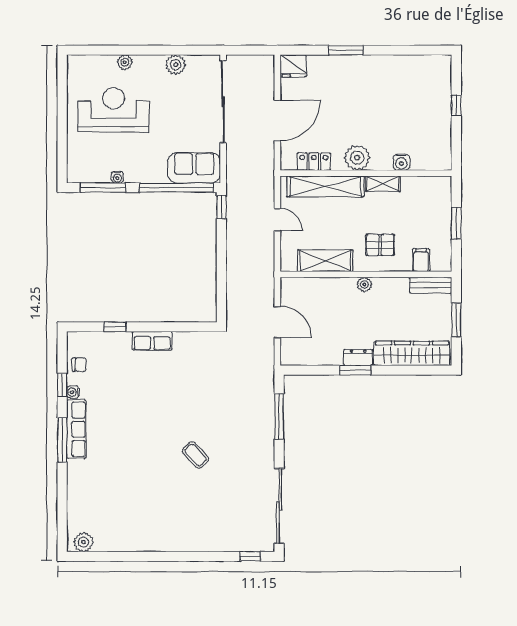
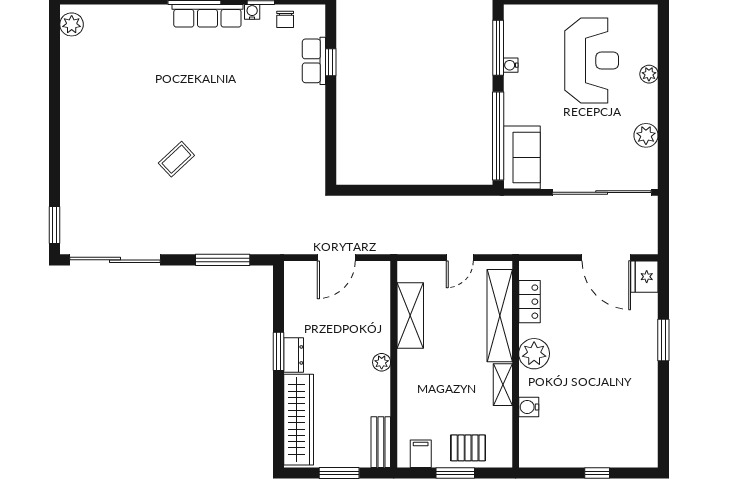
door: (277, 120) -> (606, 258), moved
window: (221, 207) -> (475, 190), removed
pallet: (380, 245) -> (468, 448), moved, turned 90
filing cabinet: (421, 260) -> (421, 454), moved, turned -90
row of seats: (152, 341) -> (314, 61), moved
window: (250, 556) -> (54, 225), width x1.50

